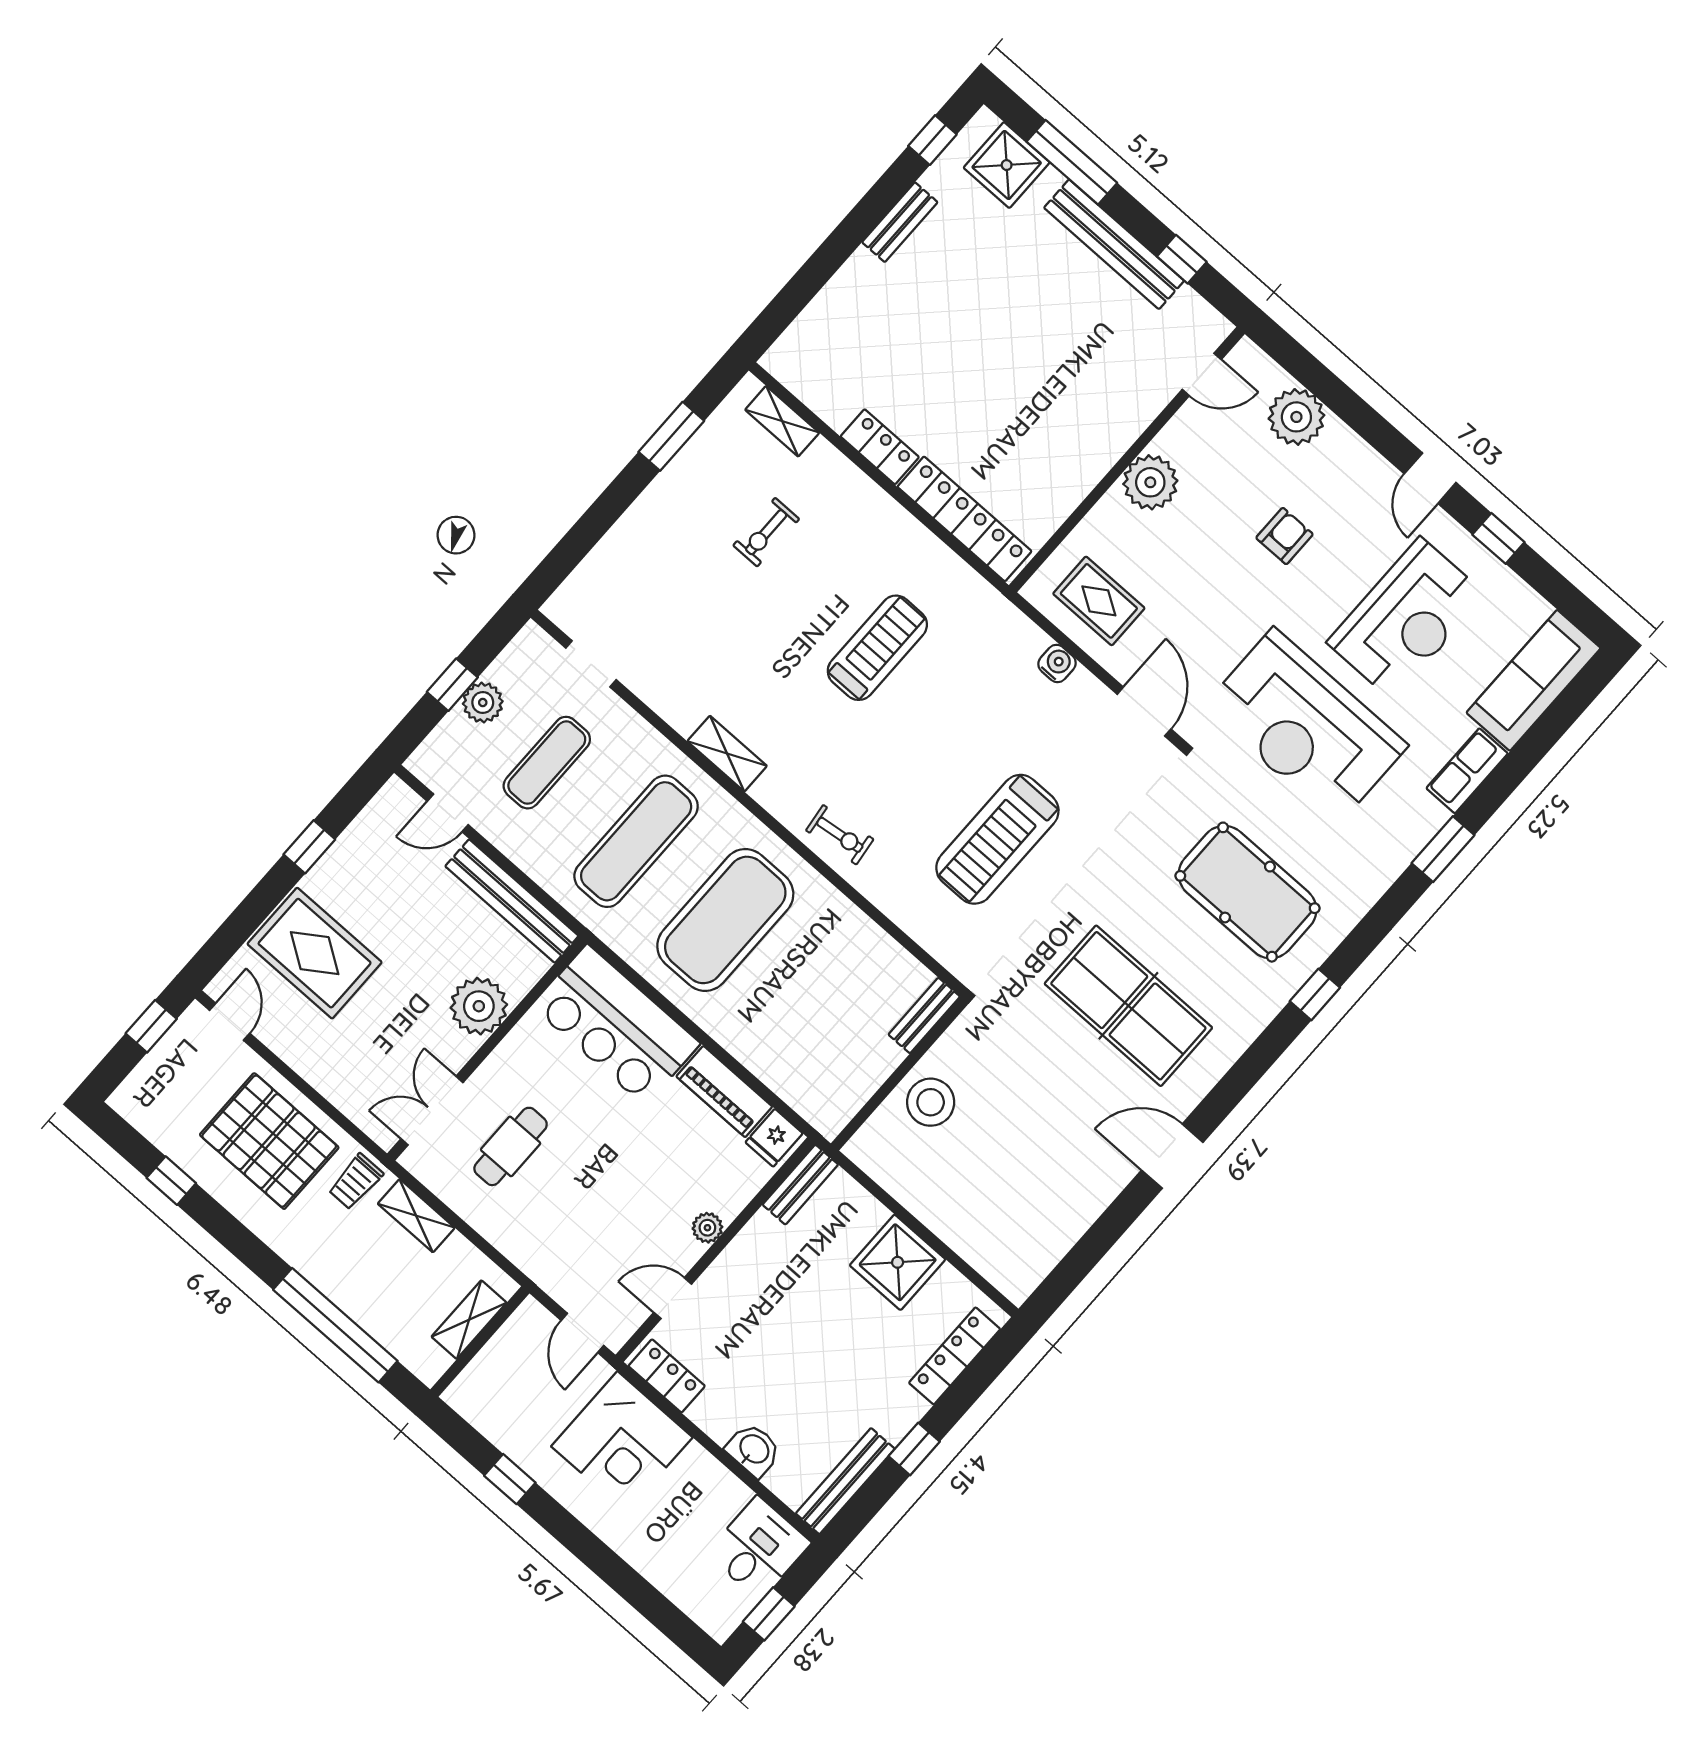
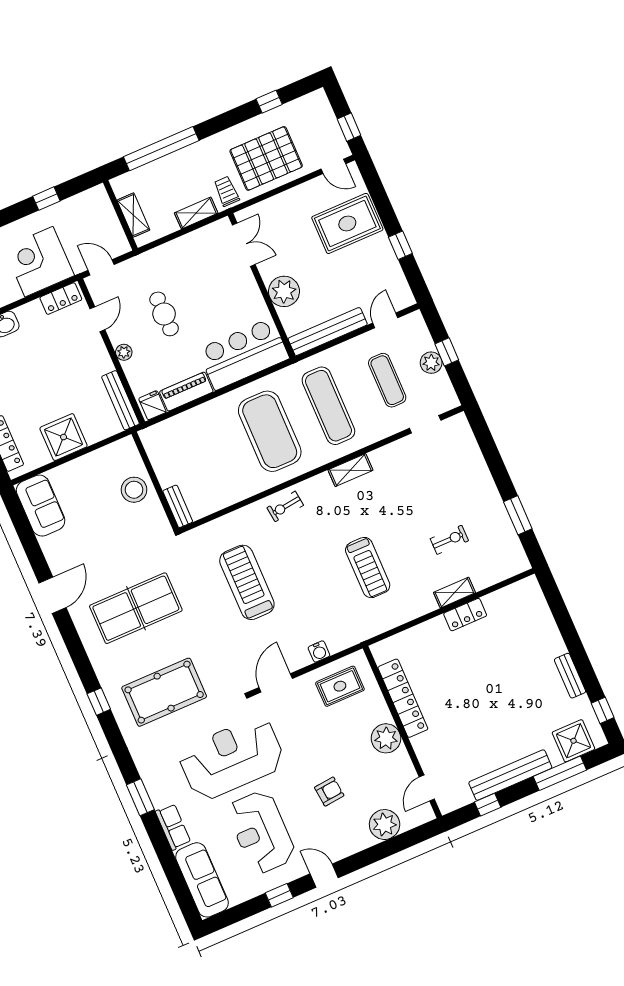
shelving: (782, 421) -> (454, 593), moved
locker: (964, 519) -> (403, 698), moved, turned -90
exercise bike: (766, 532) -> (449, 540), turned 90
armchair: (1285, 536) -> (329, 792), turned -96
door: (1144, 712) -> (276, 683), swing flipped
cafe table: (511, 1146) -> (164, 314), moved
bench: (800, 1185) -> (120, 400), width x1.36
sofa: (1031, 1247) -> (41, 506), added

